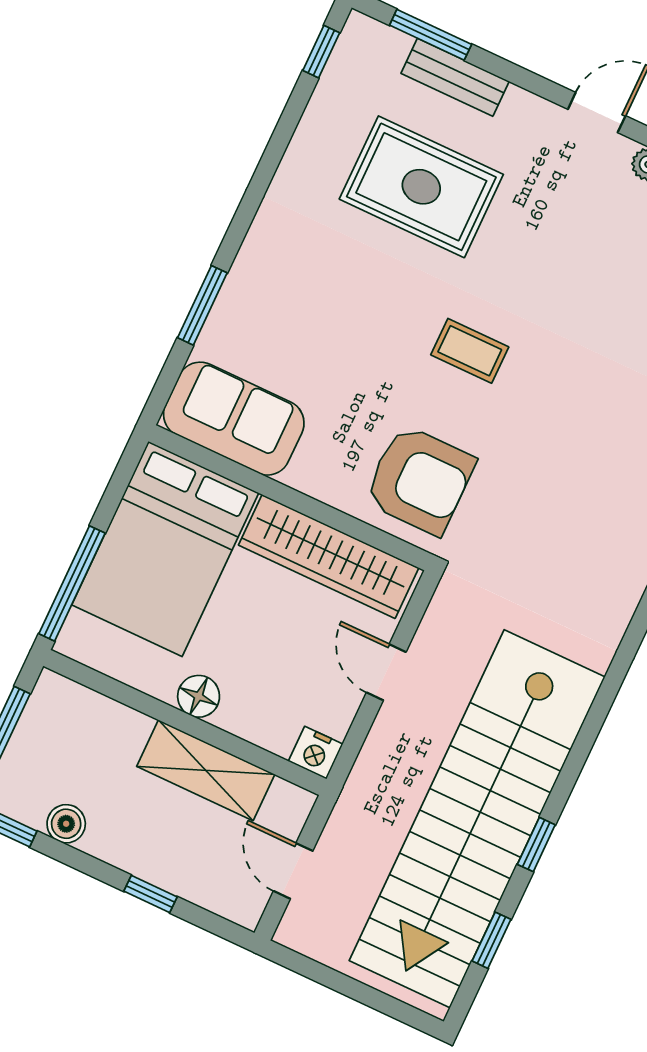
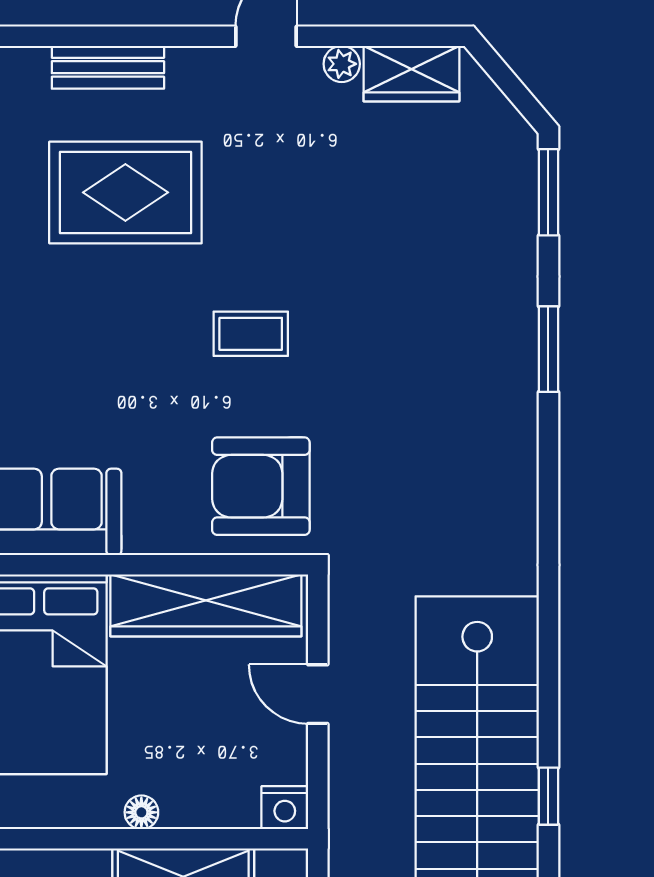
window: (431, 35) -> (64, 36), removed
armchair: (420, 480) -> (261, 486), turned 180
floor lamp: (199, 696) -> (141, 812), width x0.73, depth x0.73

